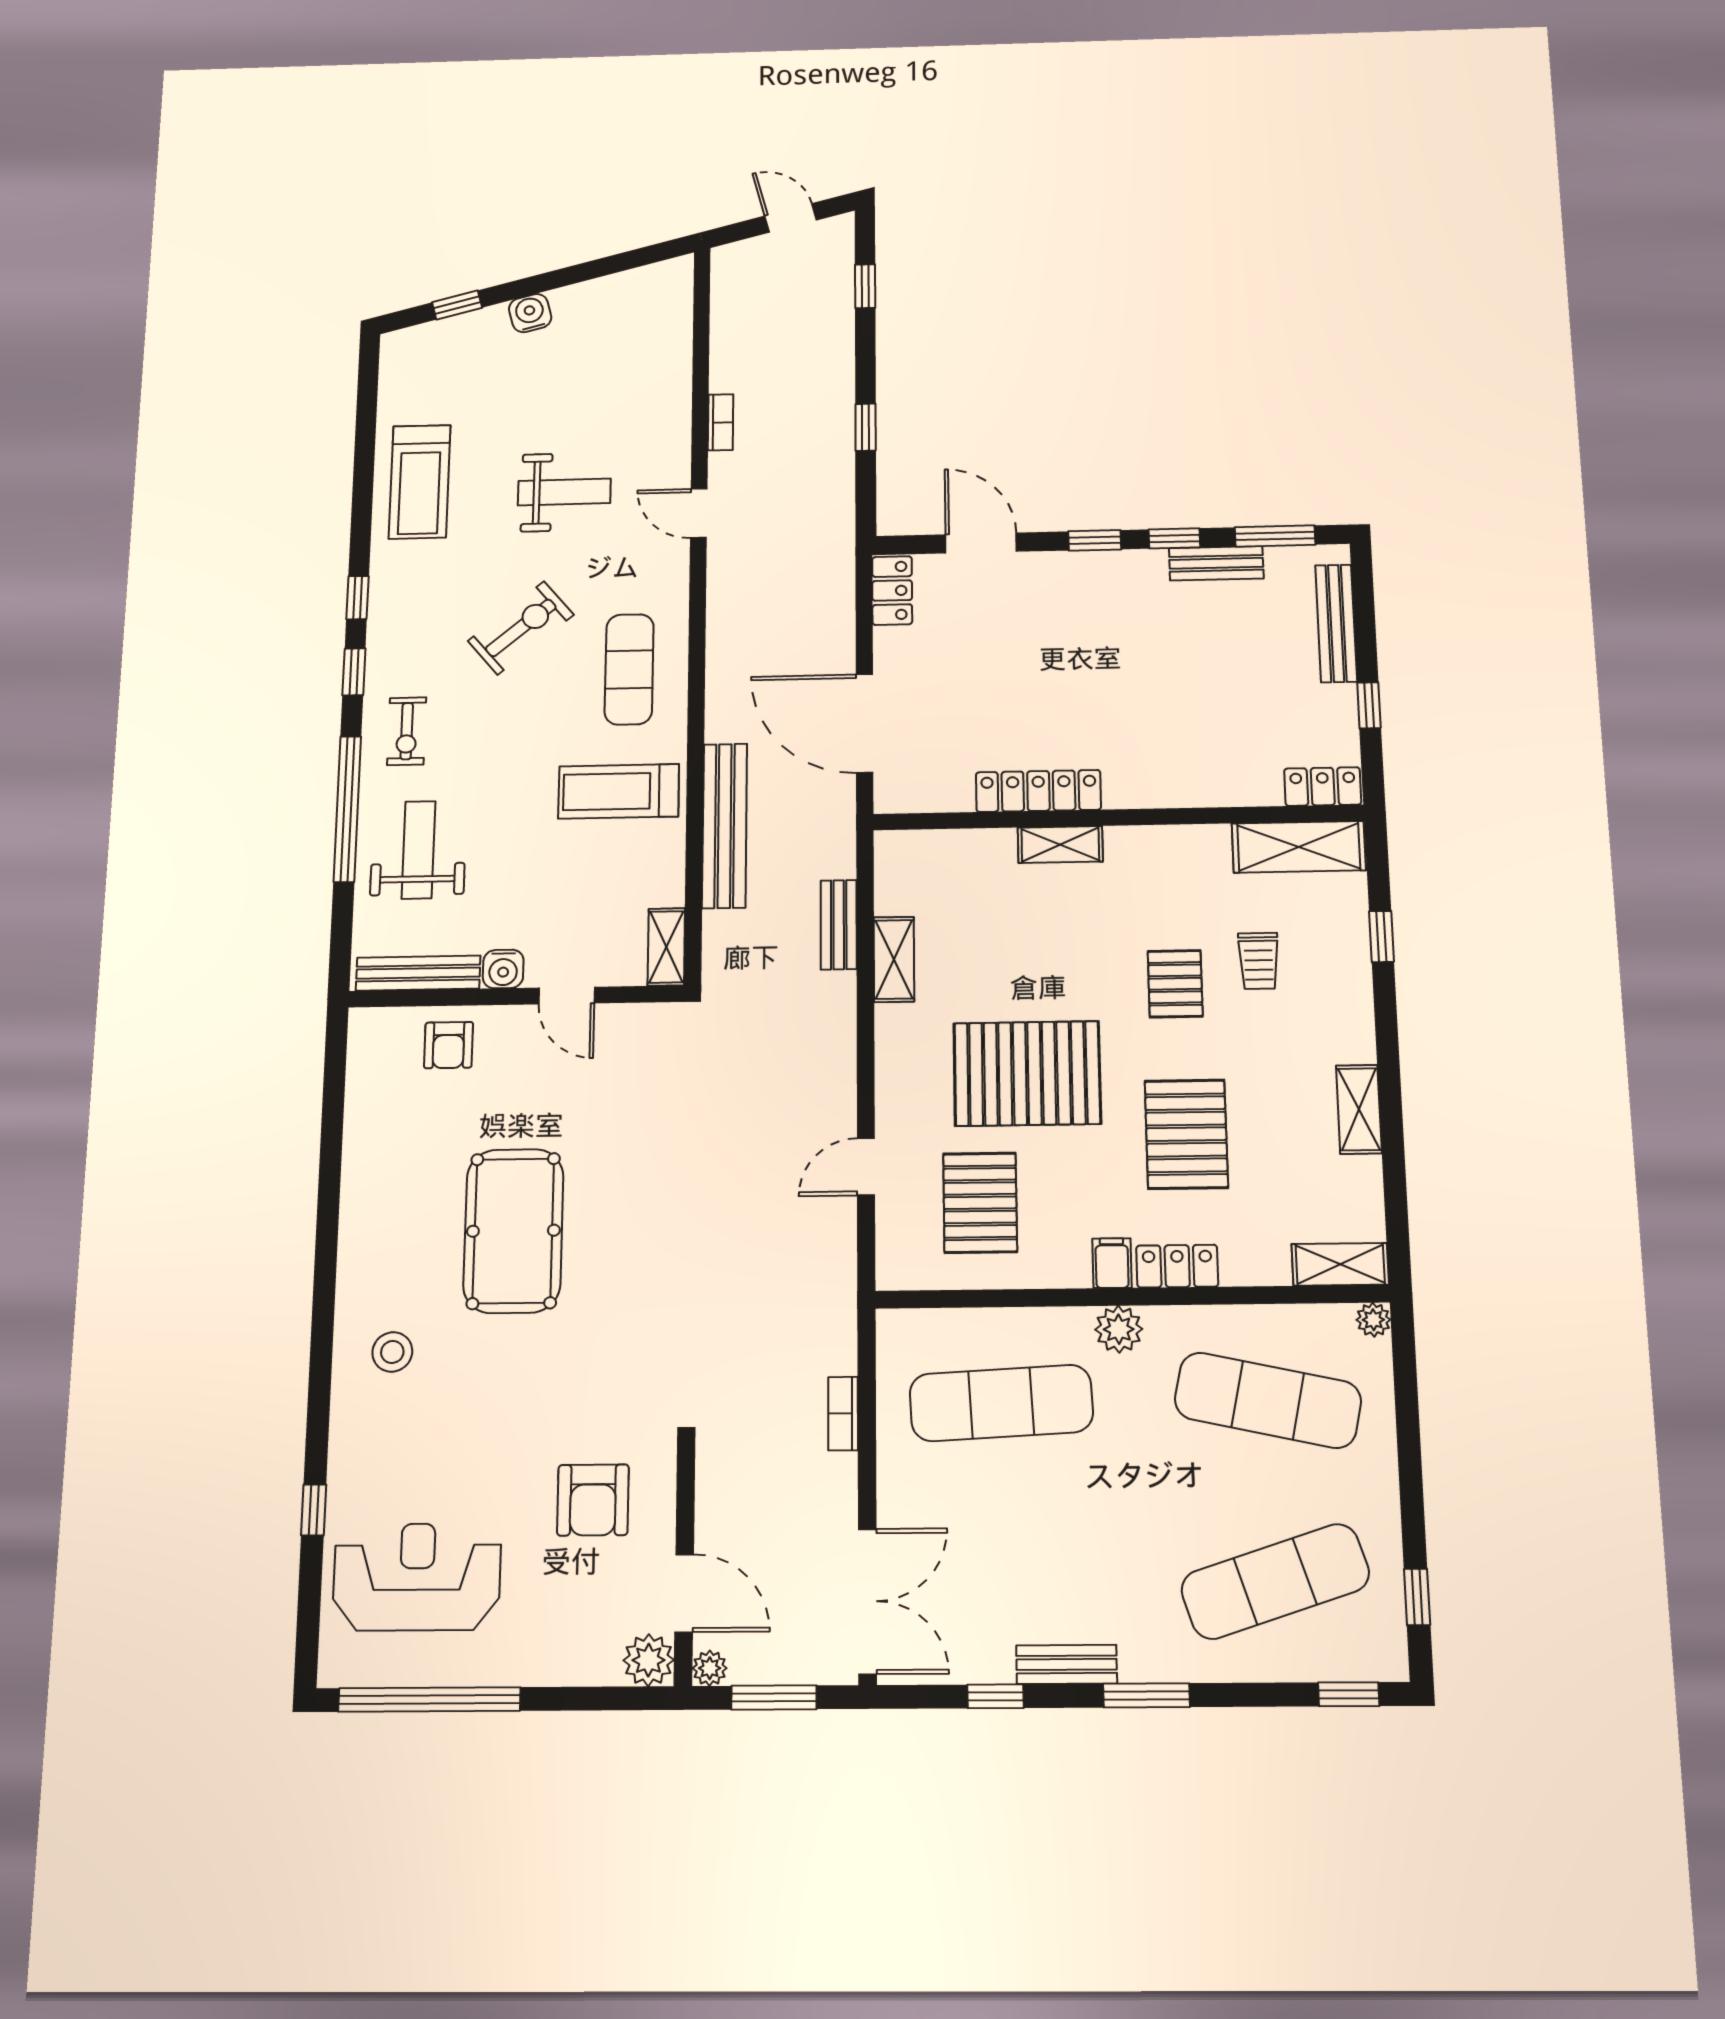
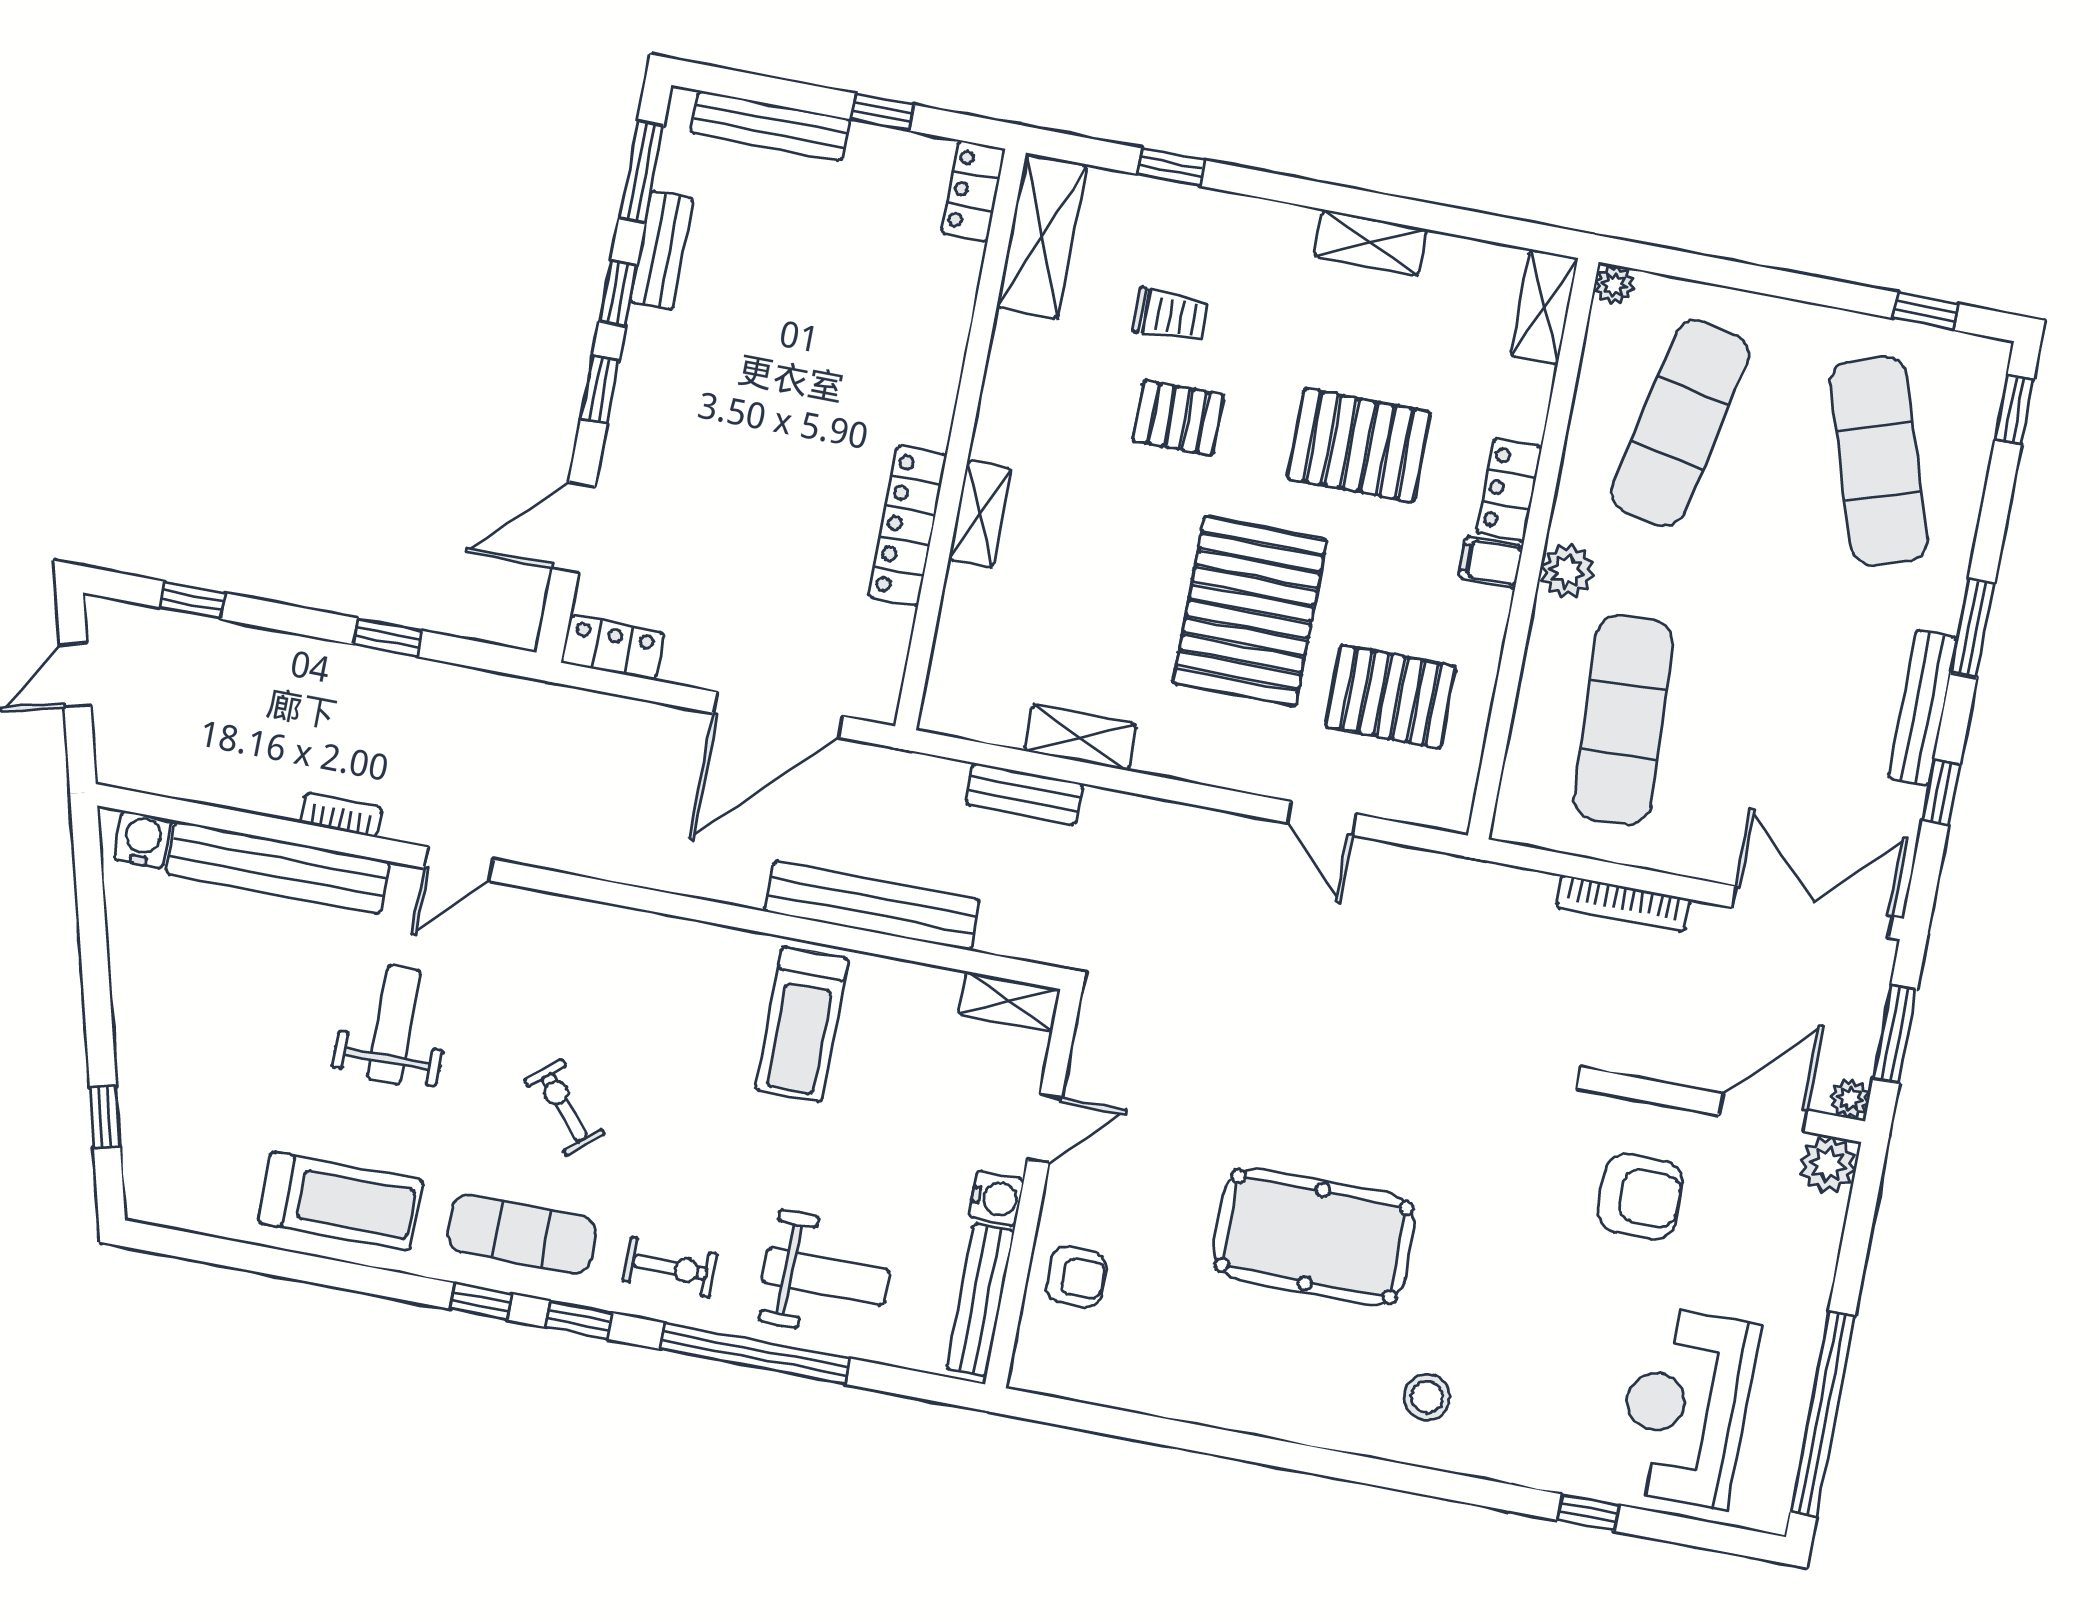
water cooler: (530, 313) -> (142, 839), moved, turned 105
bench: (671, 386) -> (278, 867), added
exercise bike: (521, 628) -> (564, 1107), width x0.73, depth x0.72
exercise mat: (629, 669) -> (522, 1234), moved
weight bench: (418, 850) -> (826, 1276), turned 180
bookcase: (843, 1414) -> (1623, 903), width x1.56
bench: (1067, 1664) -> (1923, 708), width x1.36

